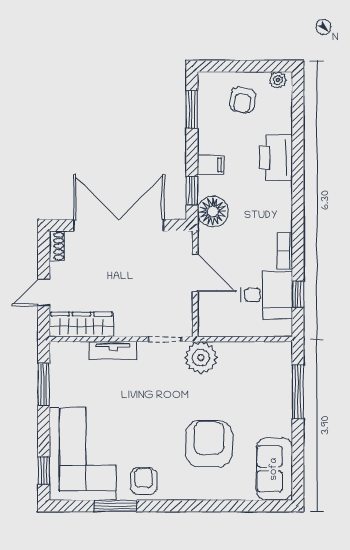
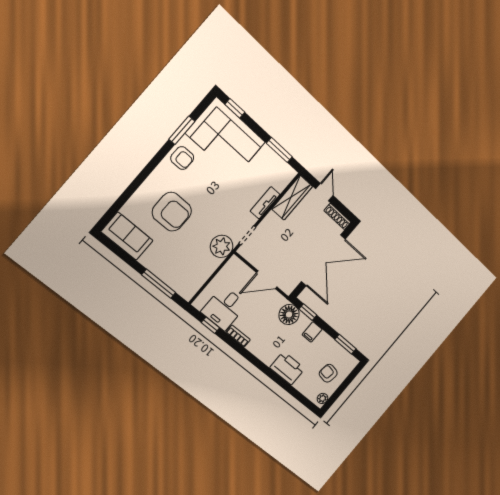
shoe rack: (57, 246) -> (337, 216), width x1.43

